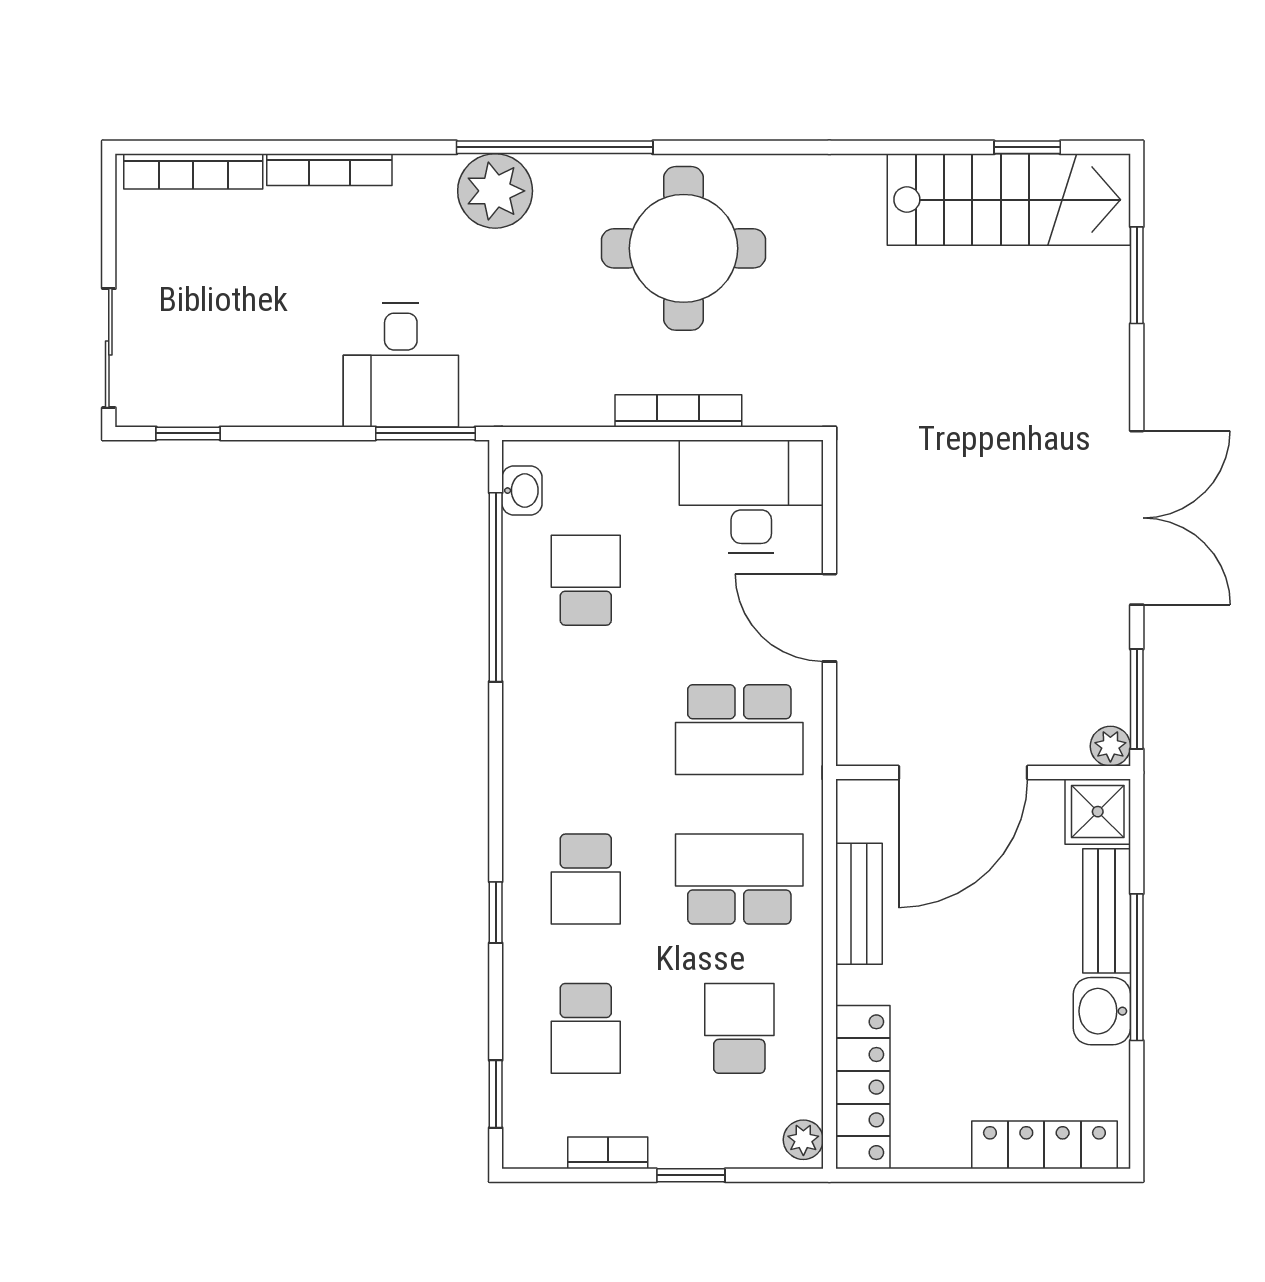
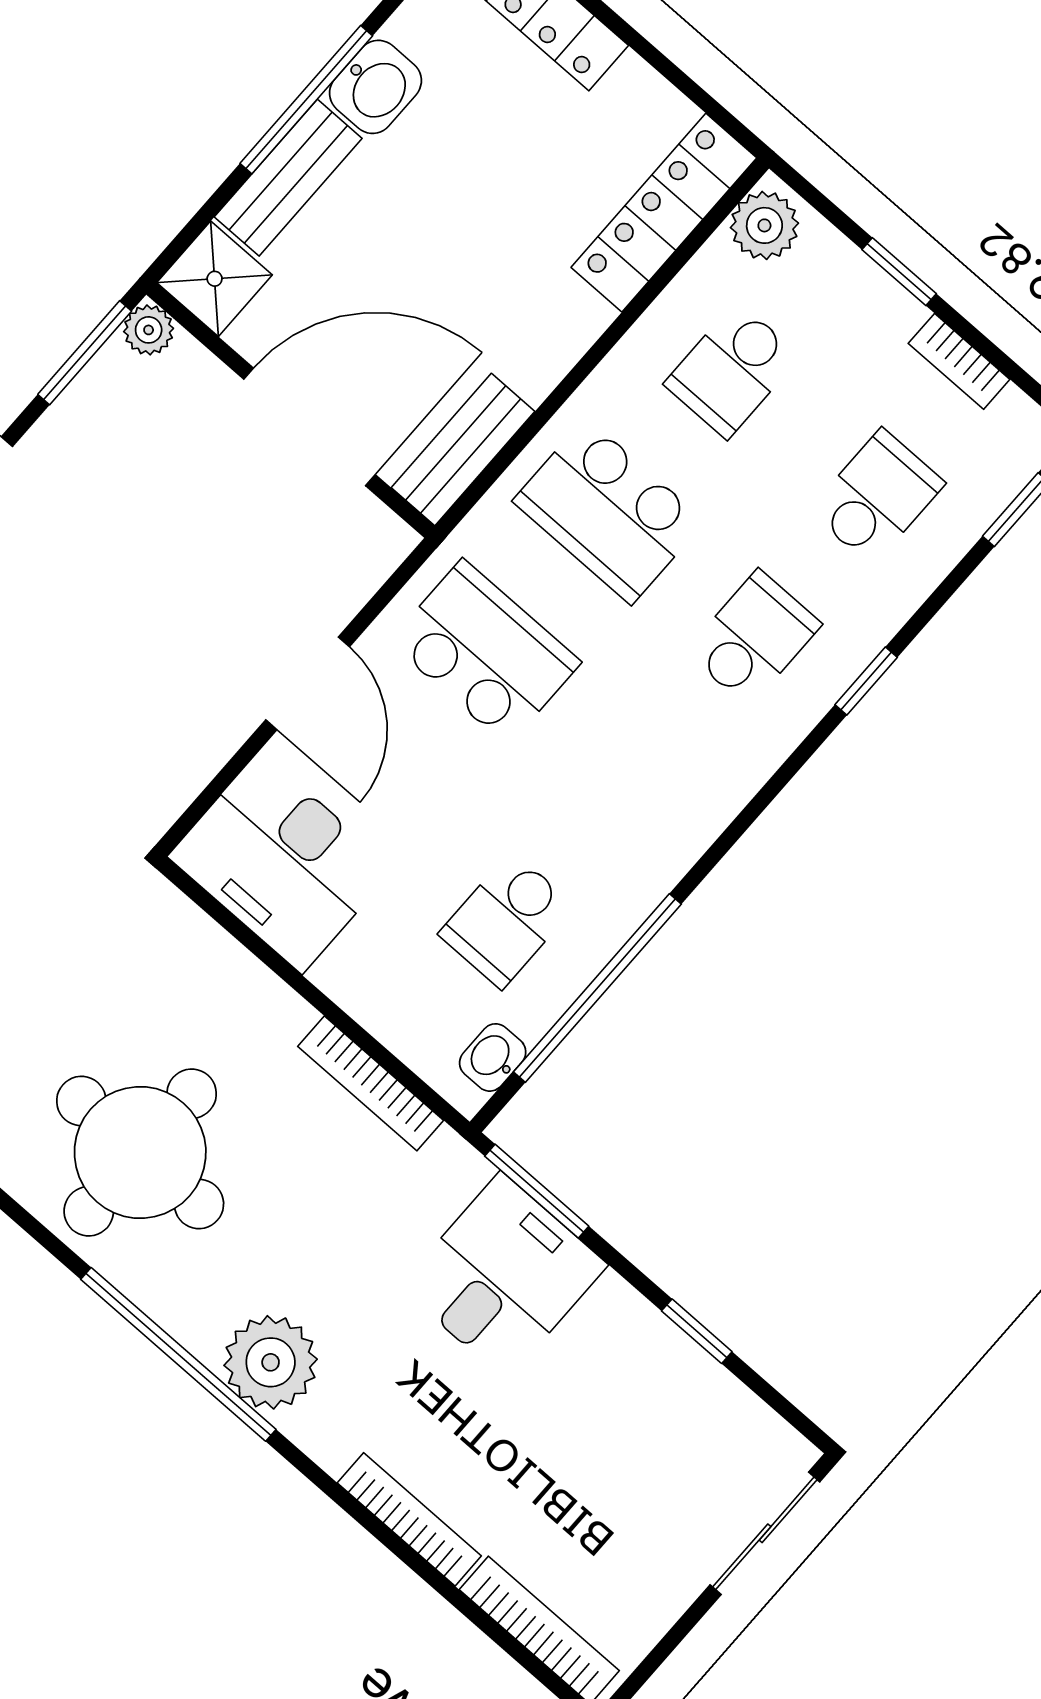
bookcase: (678, 411) -> (371, 1083), moved
window: (188, 433) -> (697, 1331), moved
bench: (859, 904) -> (463, 450), moved
plant: (803, 1140) -> (764, 225), width x1.38, depth x1.38

